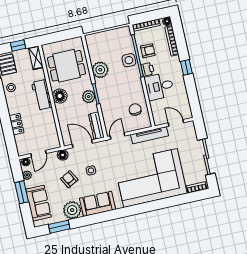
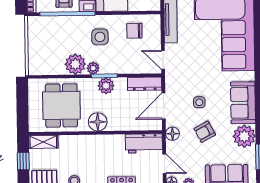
side table: (129, 60) -> (100, 37), moved
plant: (100, 84) -> (93, 68), added
workbench: (42, 95) -> (144, 143), moved

